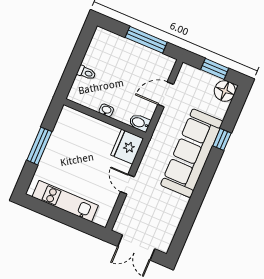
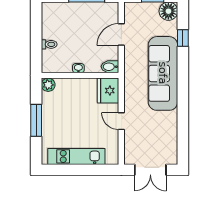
plant: (67, 114) -> (48, 85), added
window: (222, 139) -> (183, 38), moved

